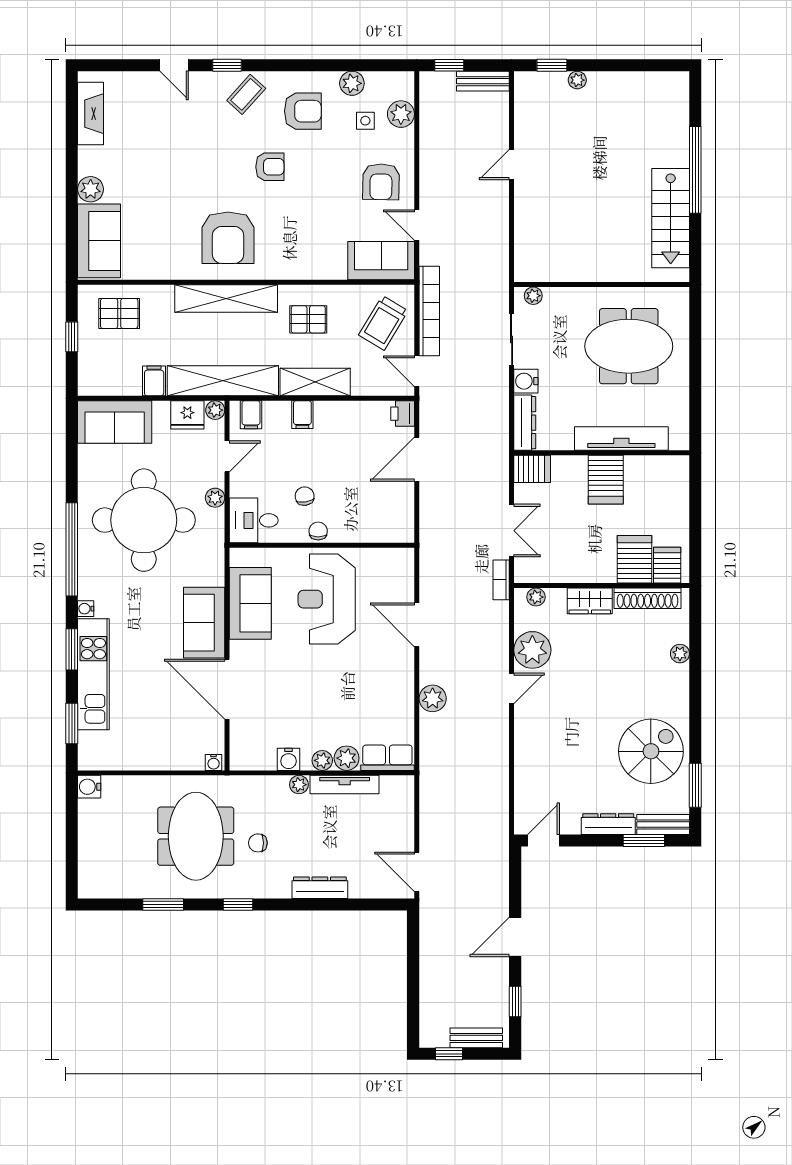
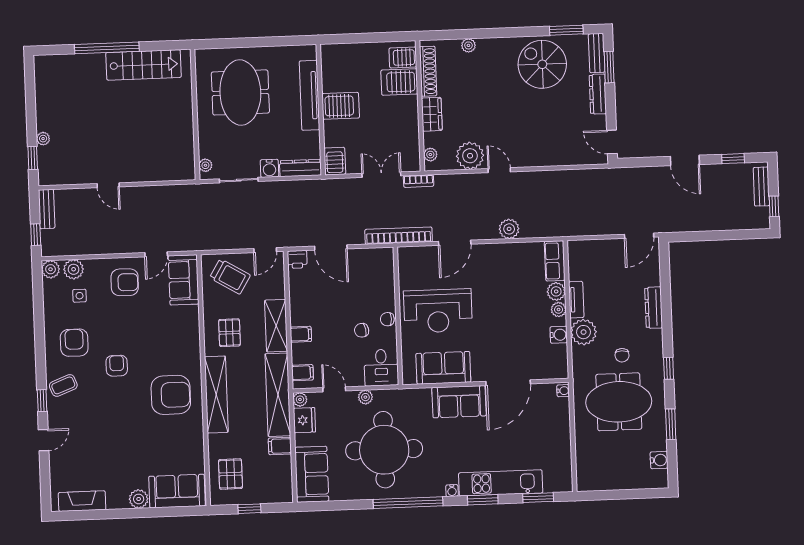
plant: (352, 83) -> (51, 269), moved
coffee table: (246, 94) -> (63, 385), turned -63
bookcase: (429, 311) -> (399, 236), moved
plant: (299, 785) -> (584, 332), width x1.87, depth x1.87
tv unit: (345, 785) -> (576, 300), width x0.71
water cooler: (89, 787) -> (659, 460), moved, turned -90

